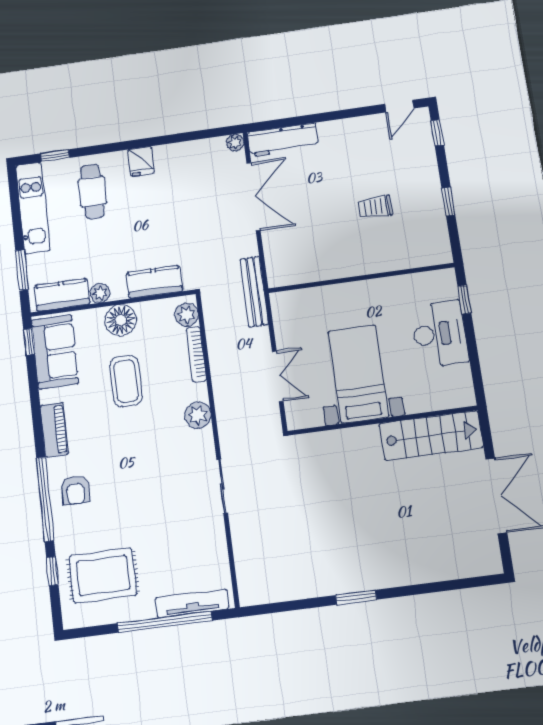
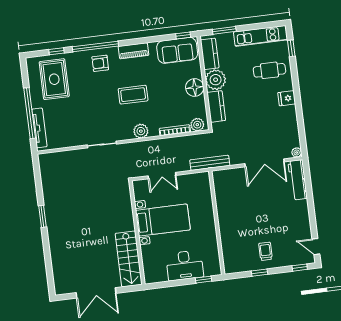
trolley: (375, 207) -> (265, 251), moved
plant: (100, 293) -> (216, 80), width x1.88, depth x1.88
coffee table: (126, 381) -> (133, 95), moved

